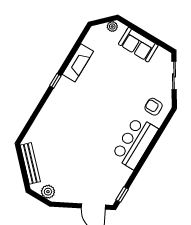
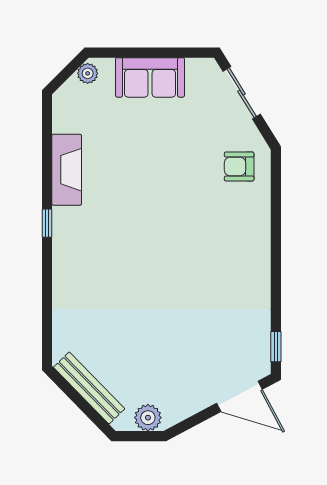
bar counter: (135, 143) -> (244, 246), removed

